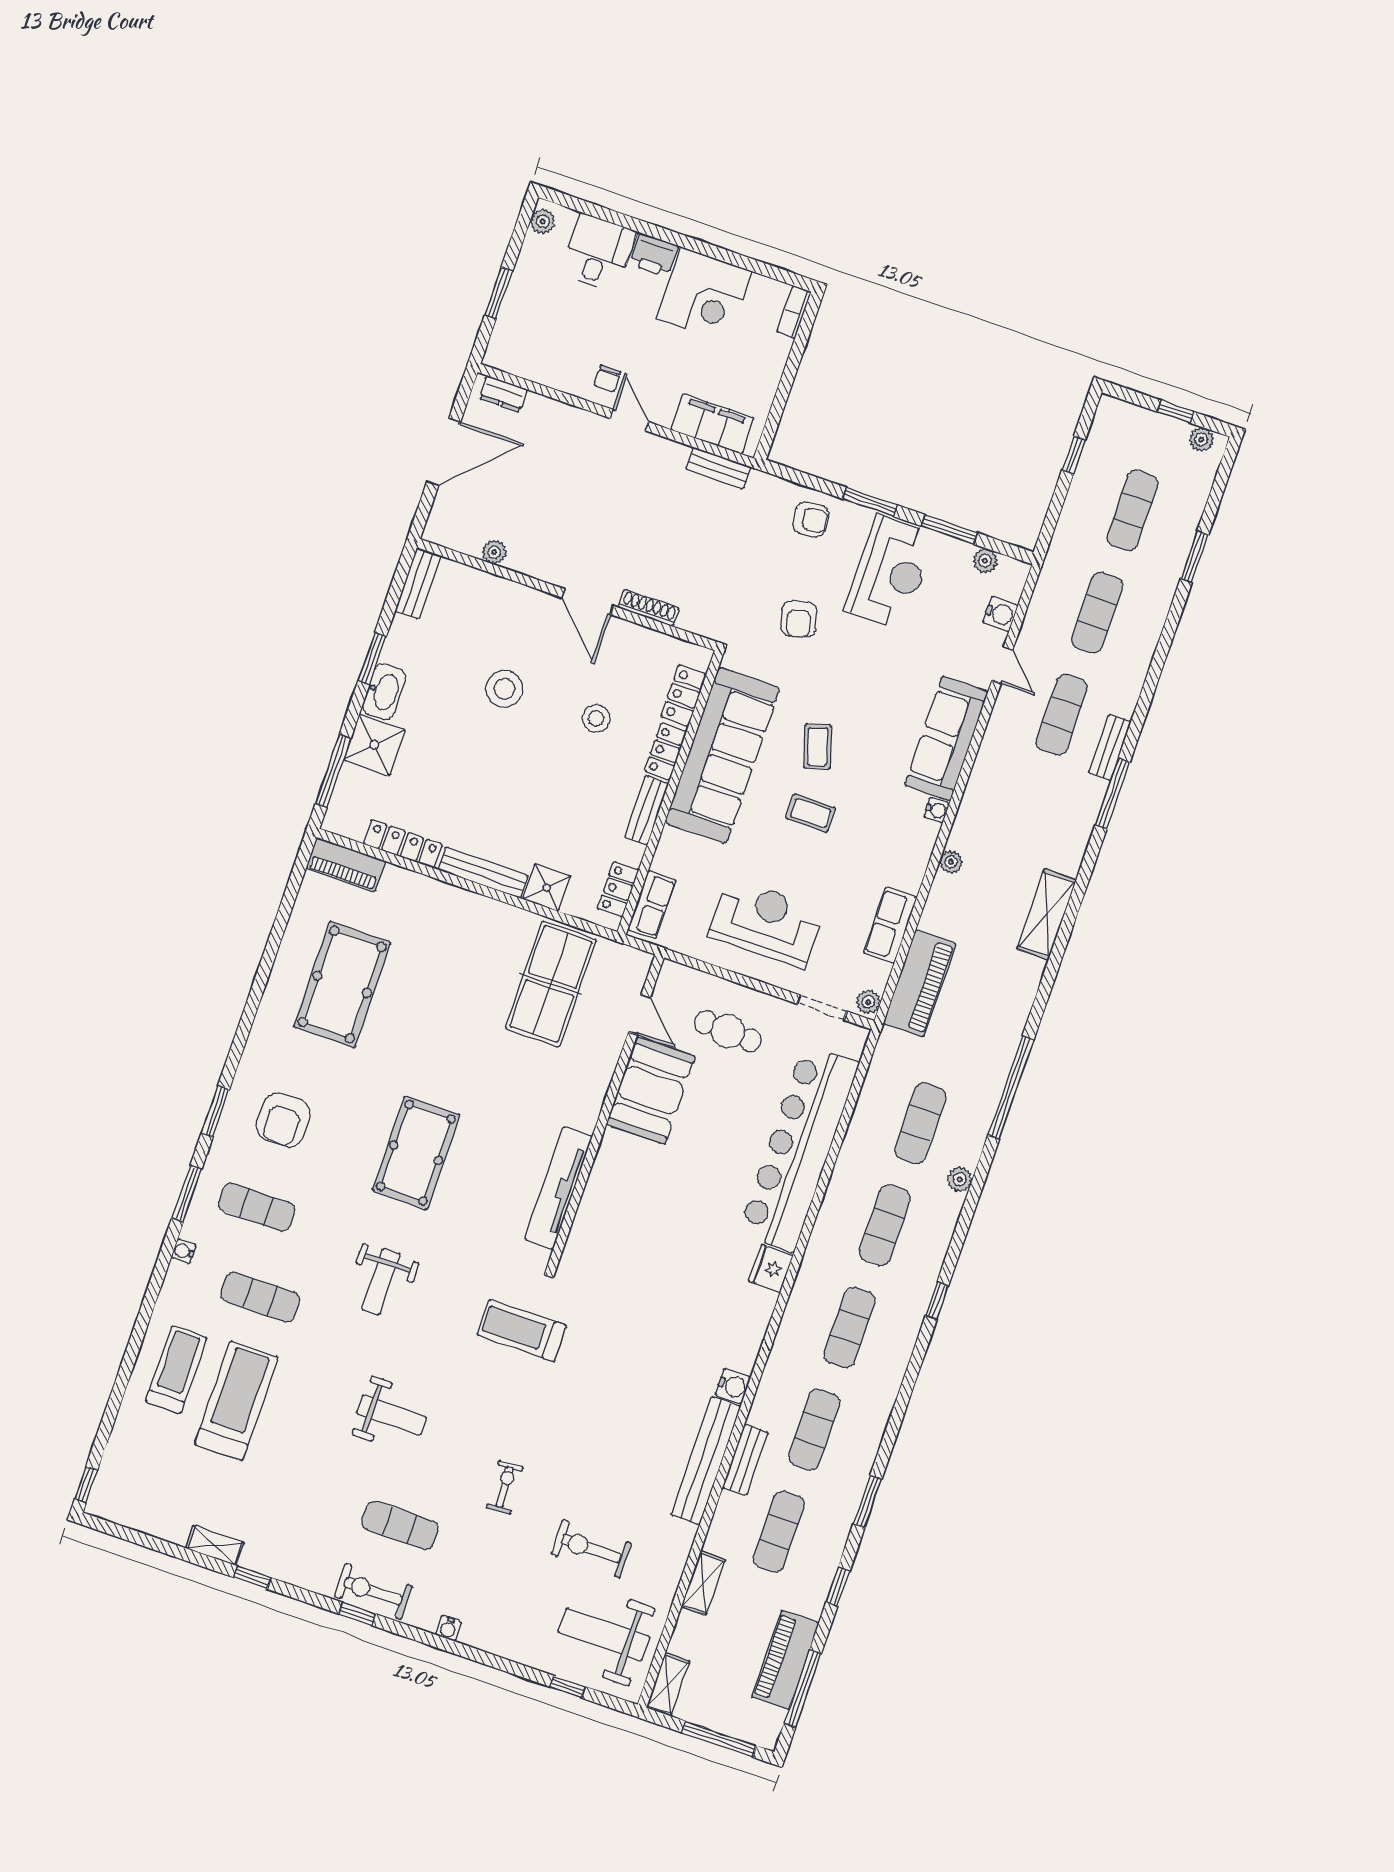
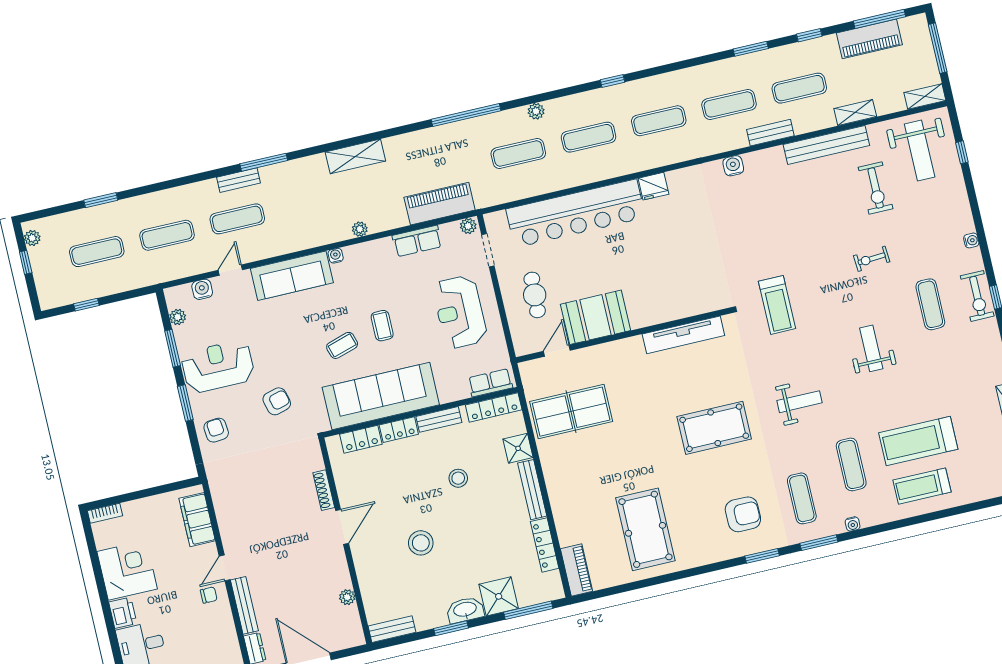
bench: (718, 468) -> (244, 605), moved, width x1.36
stool: (596, 718) -> (458, 478), moved
locker: (618, 889) -> (494, 407), width x1.53
pool table: (342, 984) -> (645, 529), turned 90
bench: (706, 1461) -> (826, 145), moved

